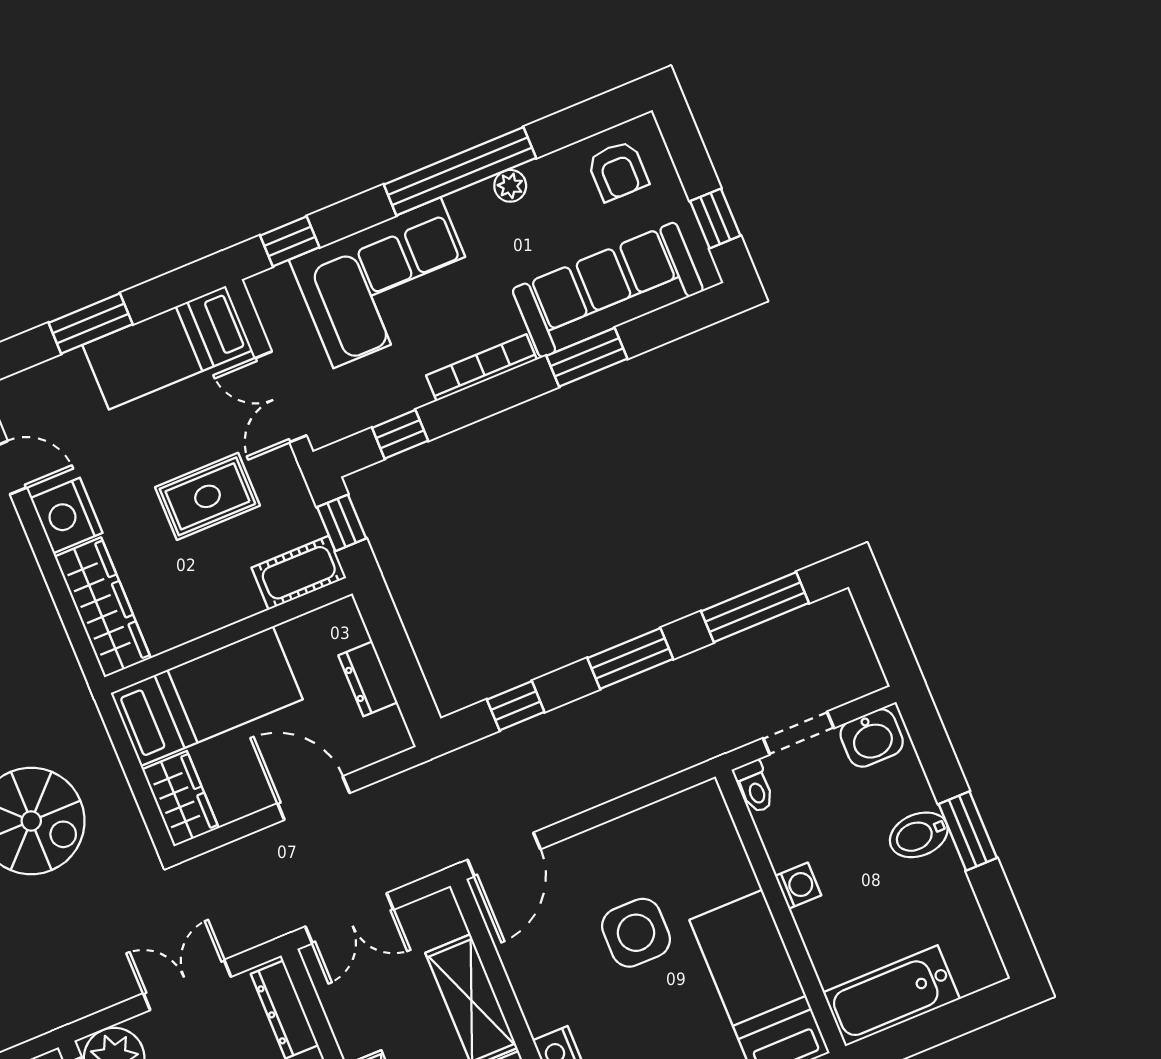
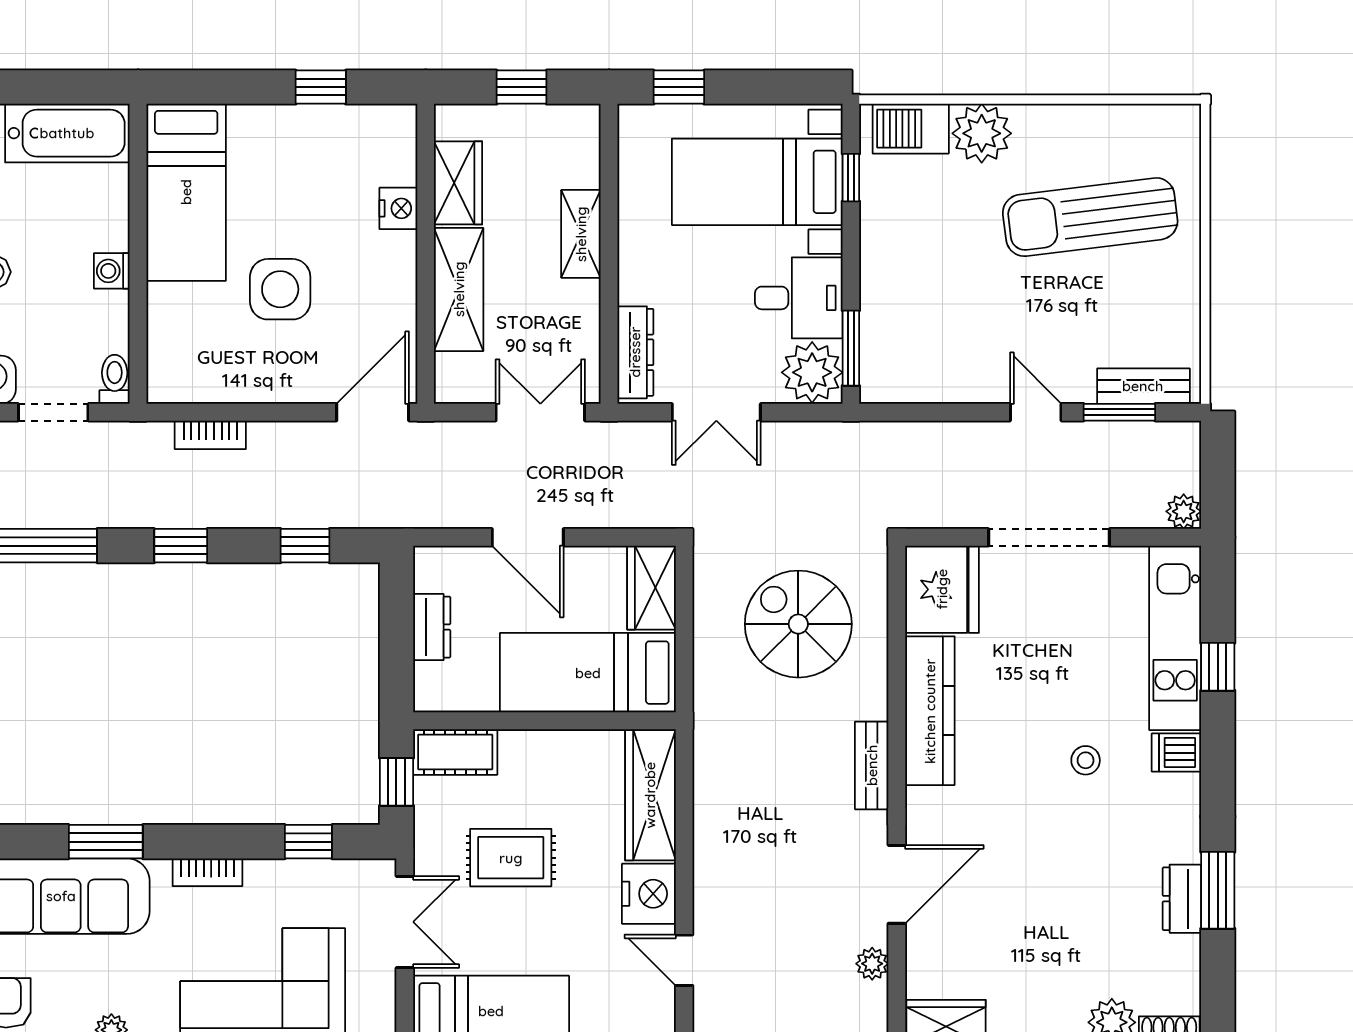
bookcase: (482, 368) -> (207, 872), width x0.64
window: (630, 659) -> (181, 546), width x0.67
bookcase: (645, 772) -> (210, 435), added

